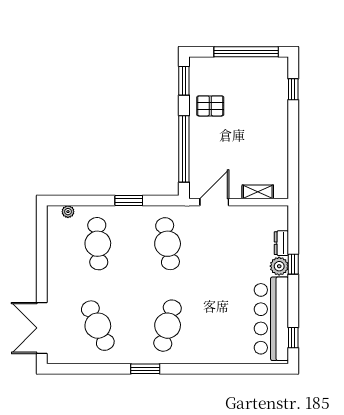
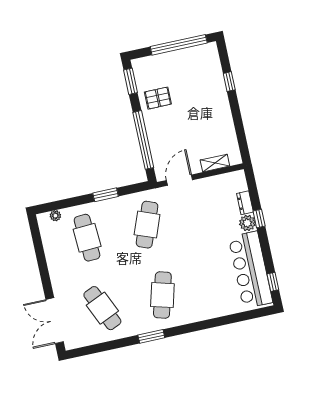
window: (293, 89) -> (229, 82), moved
cafe table: (168, 244) -> (147, 225), turned 30

